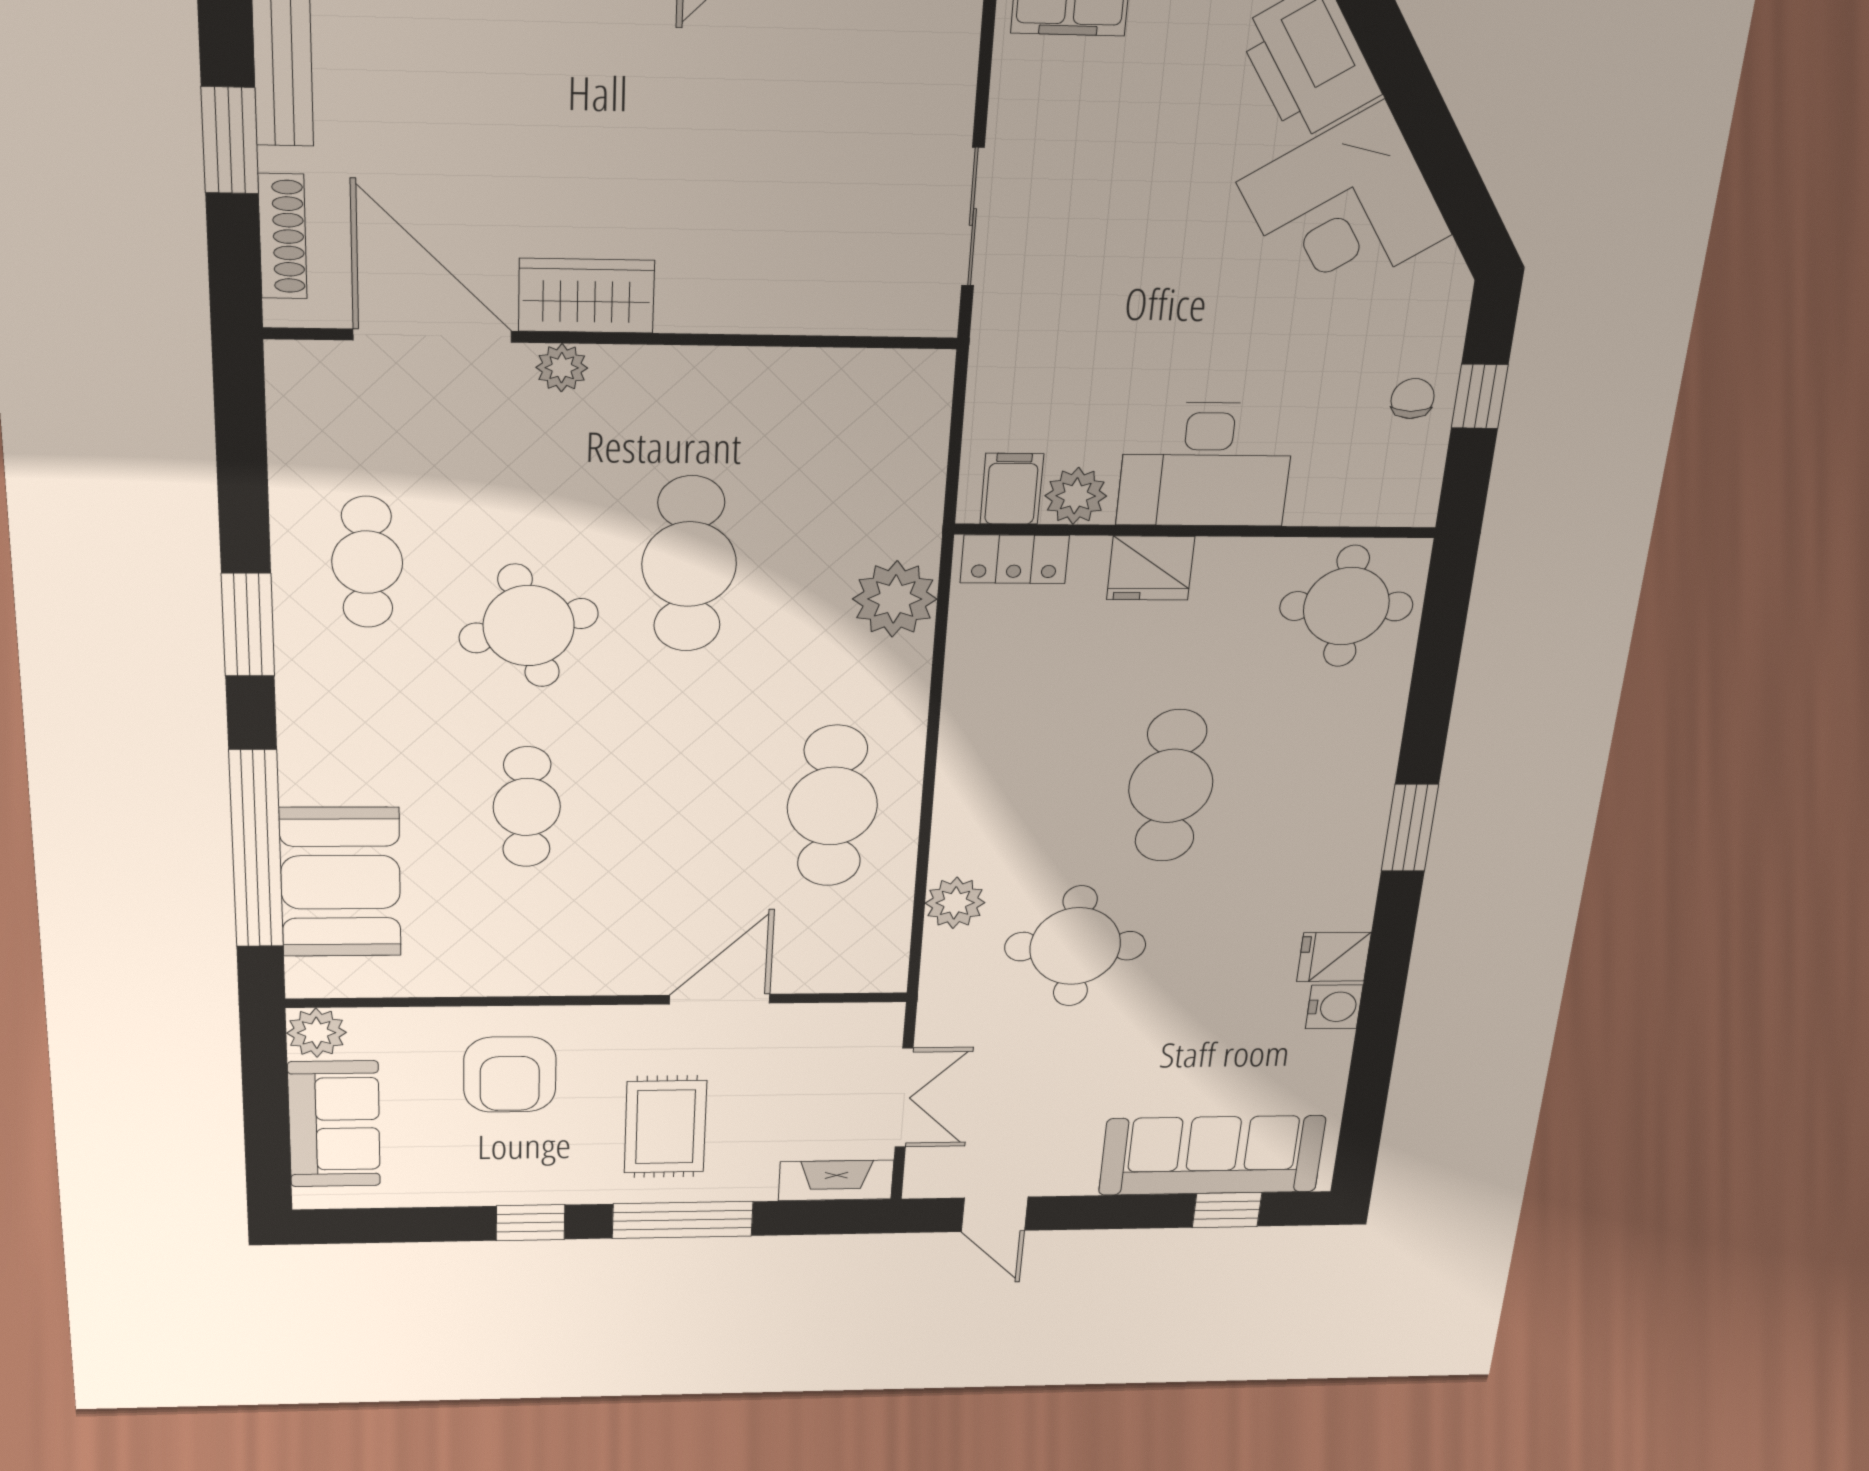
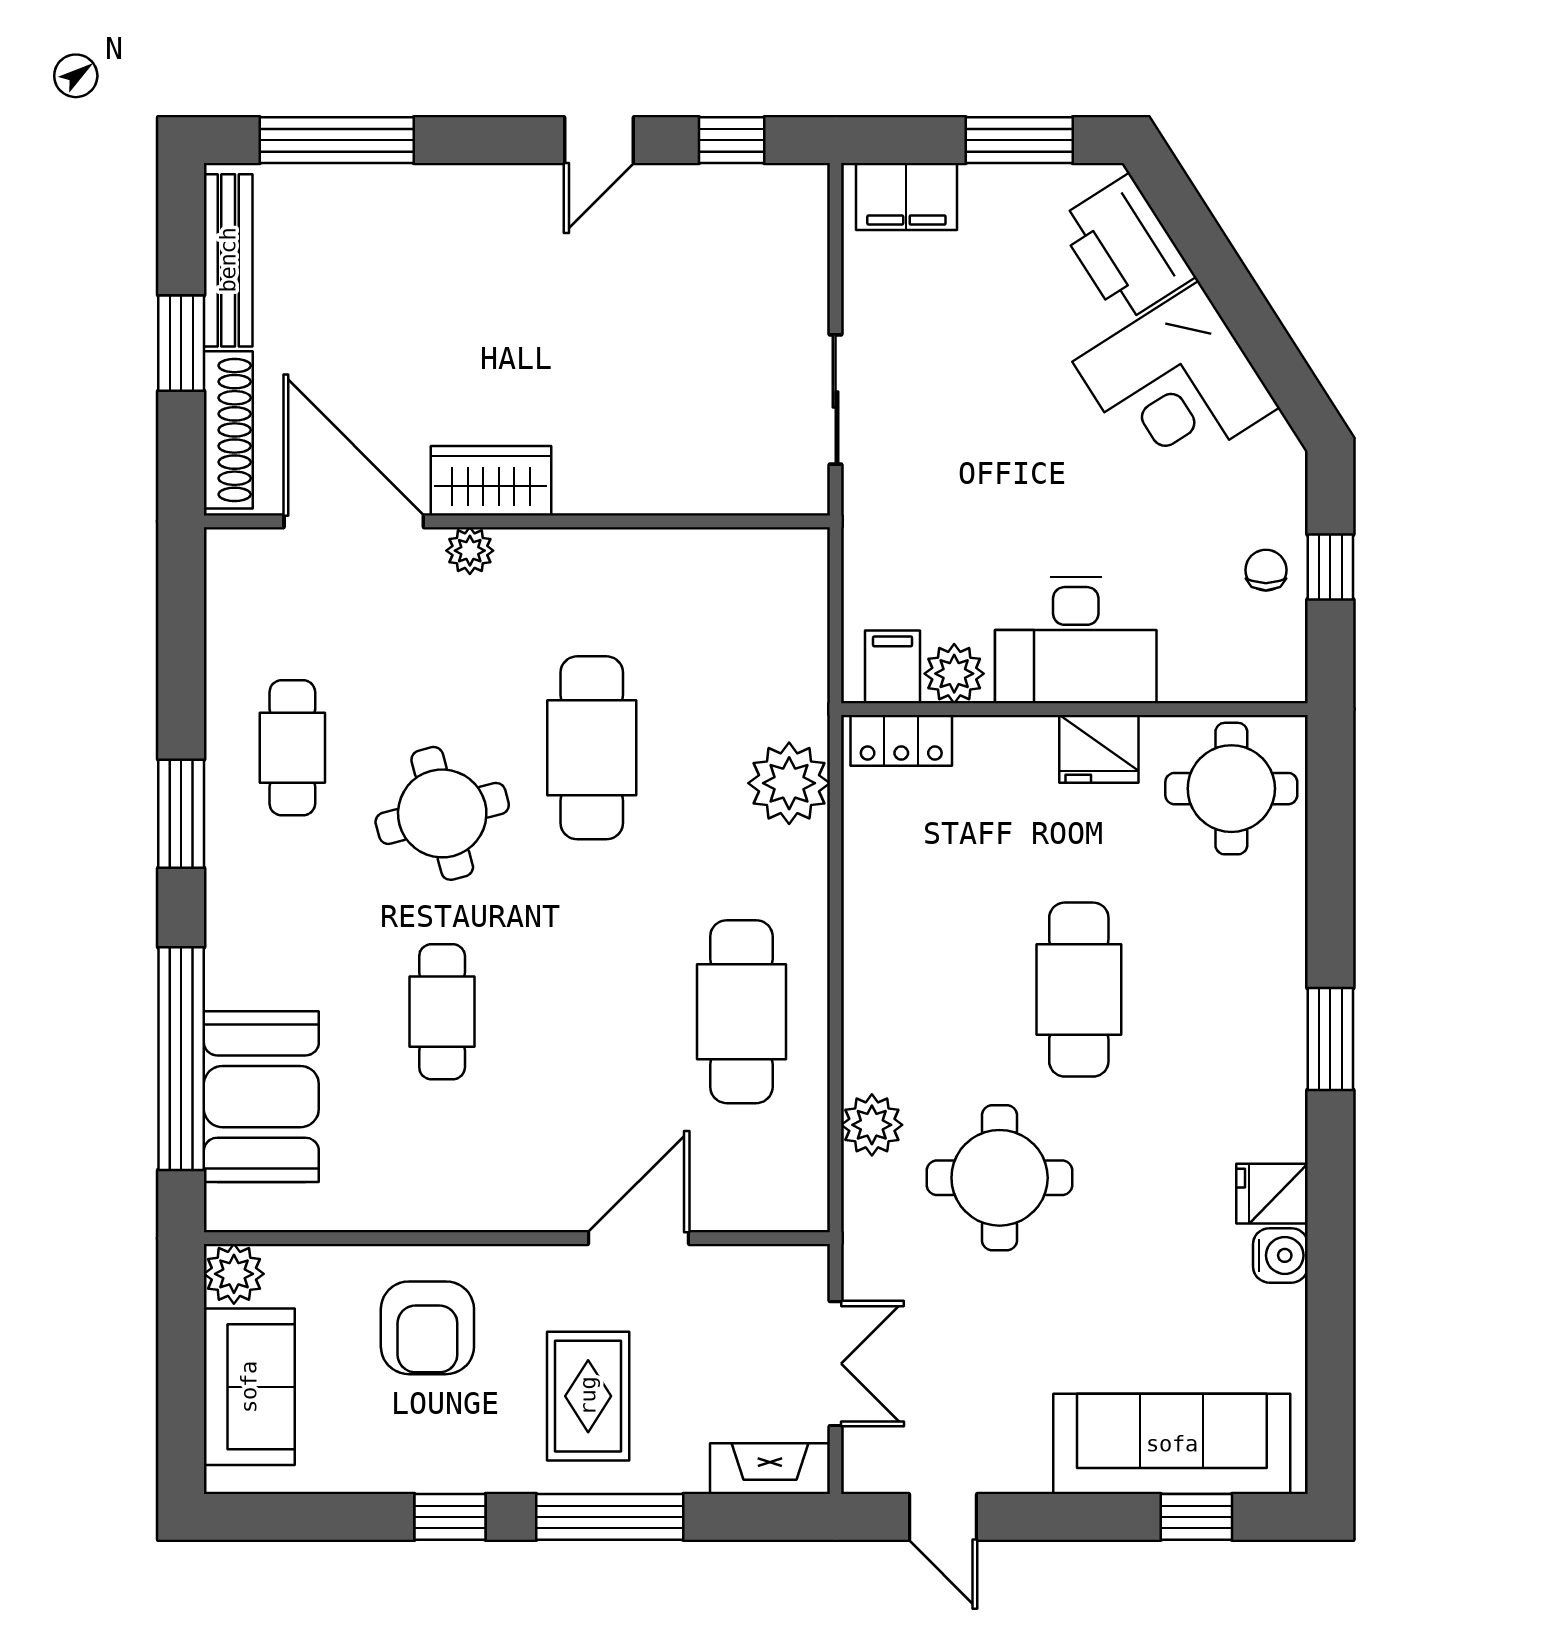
shoe rack: (283, 237) -> (228, 430), width x1.36, depth x1.24
fridge: (1151, 568) -> (1099, 749), moved

